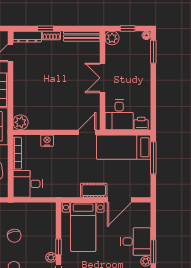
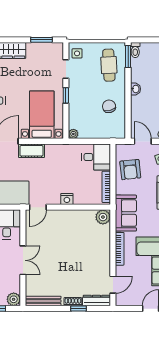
nightstand: (47, 141) -> (67, 199), moved
plant: (51, 257) -> (73, 134), moved

